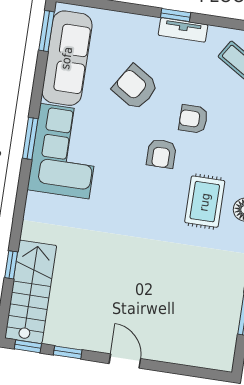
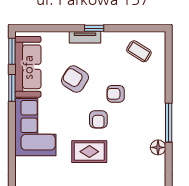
tv unit: (183, 30) -> (85, 37), moved
window: (30, 138) -> (12, 88), moved
rug: (205, 202) -> (89, 152), moved, turned 90

